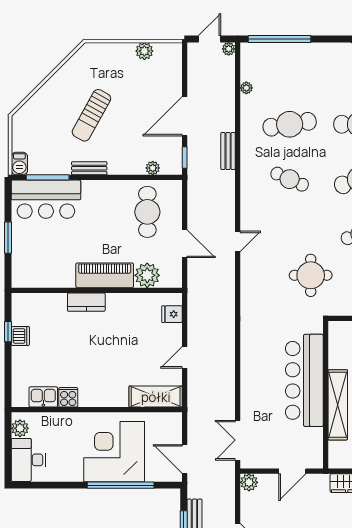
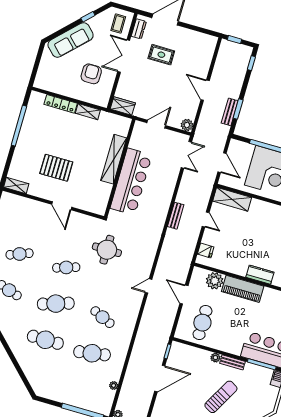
bench: (228, 151) -> (176, 216), moved
plant: (153, 168) -> (215, 358), moved
door: (185, 357) -> (206, 220), hinge flipped
door: (185, 459) -> (222, 163), moved

